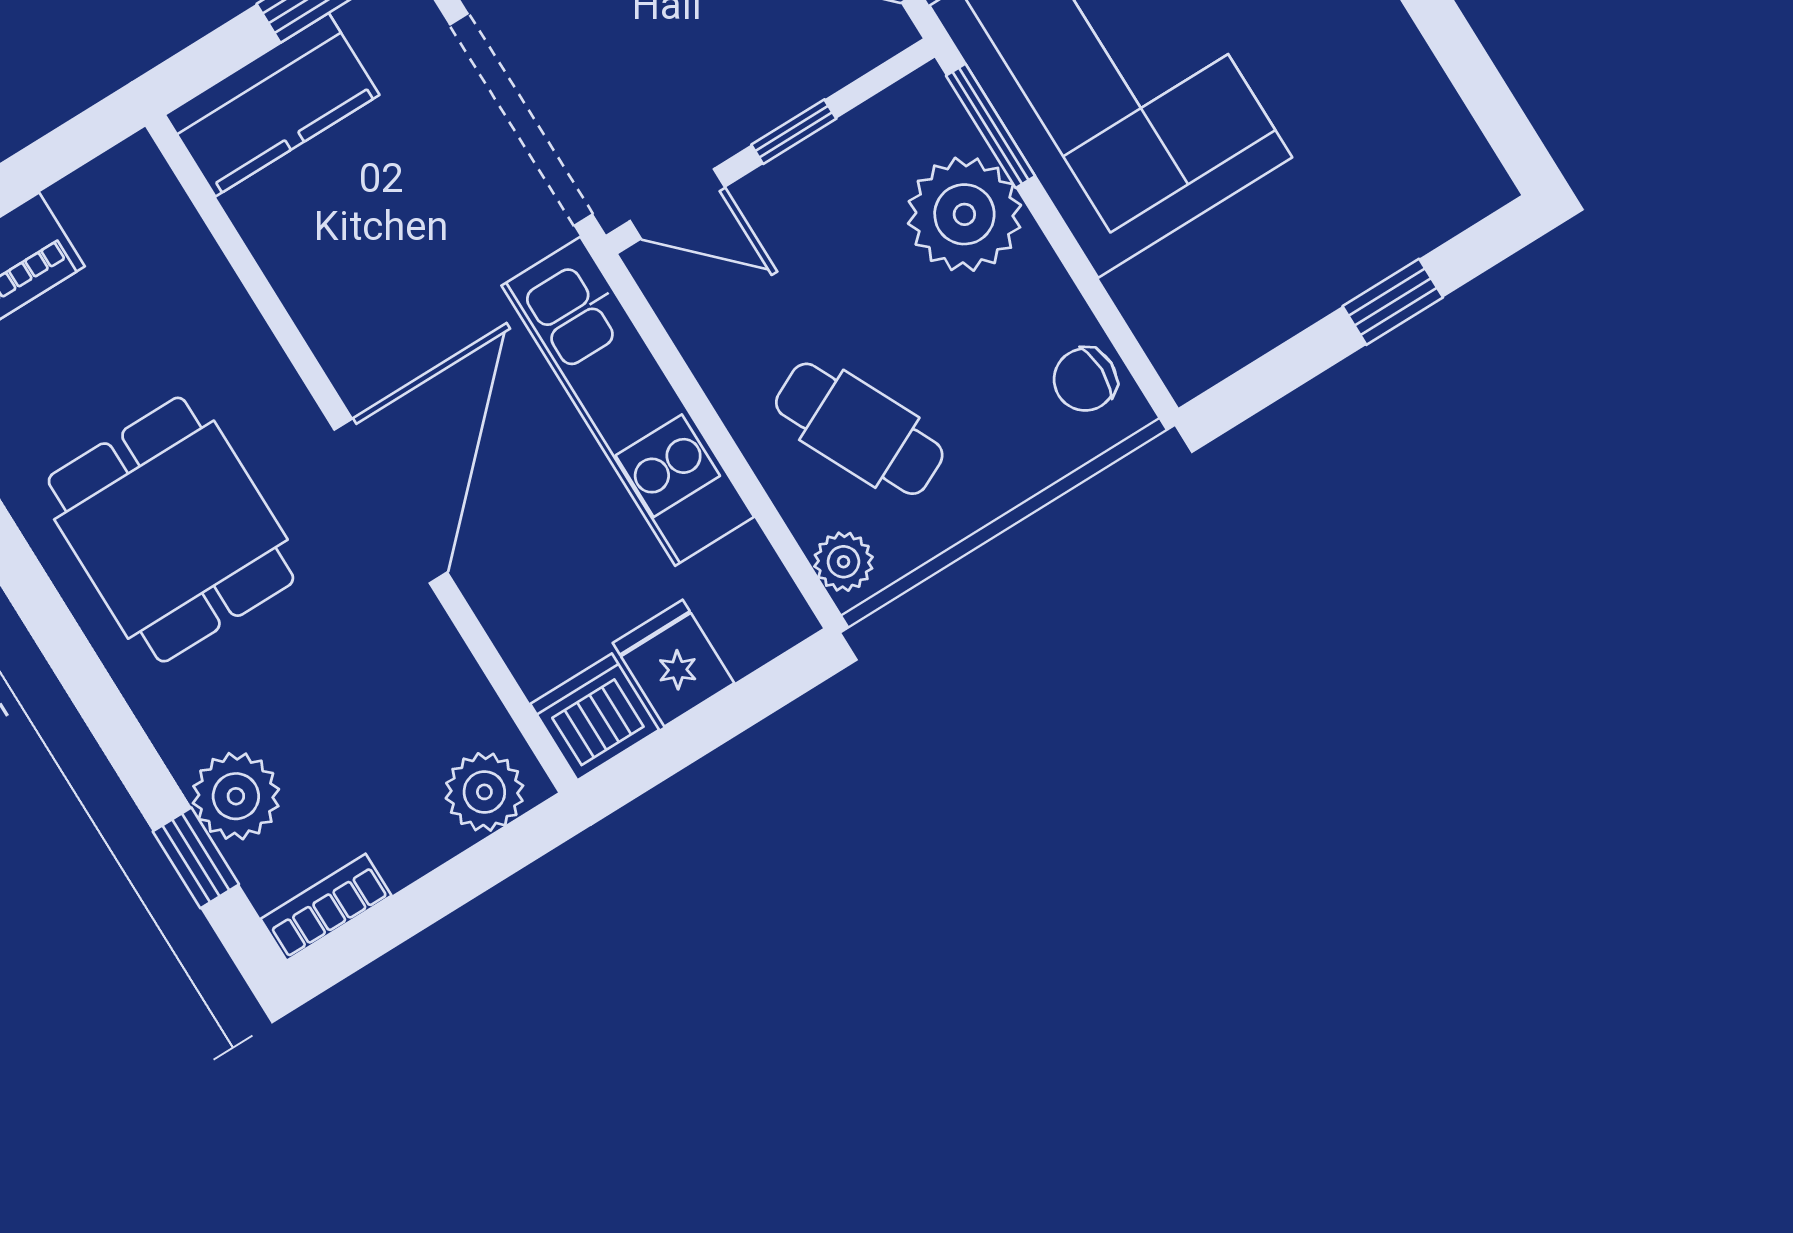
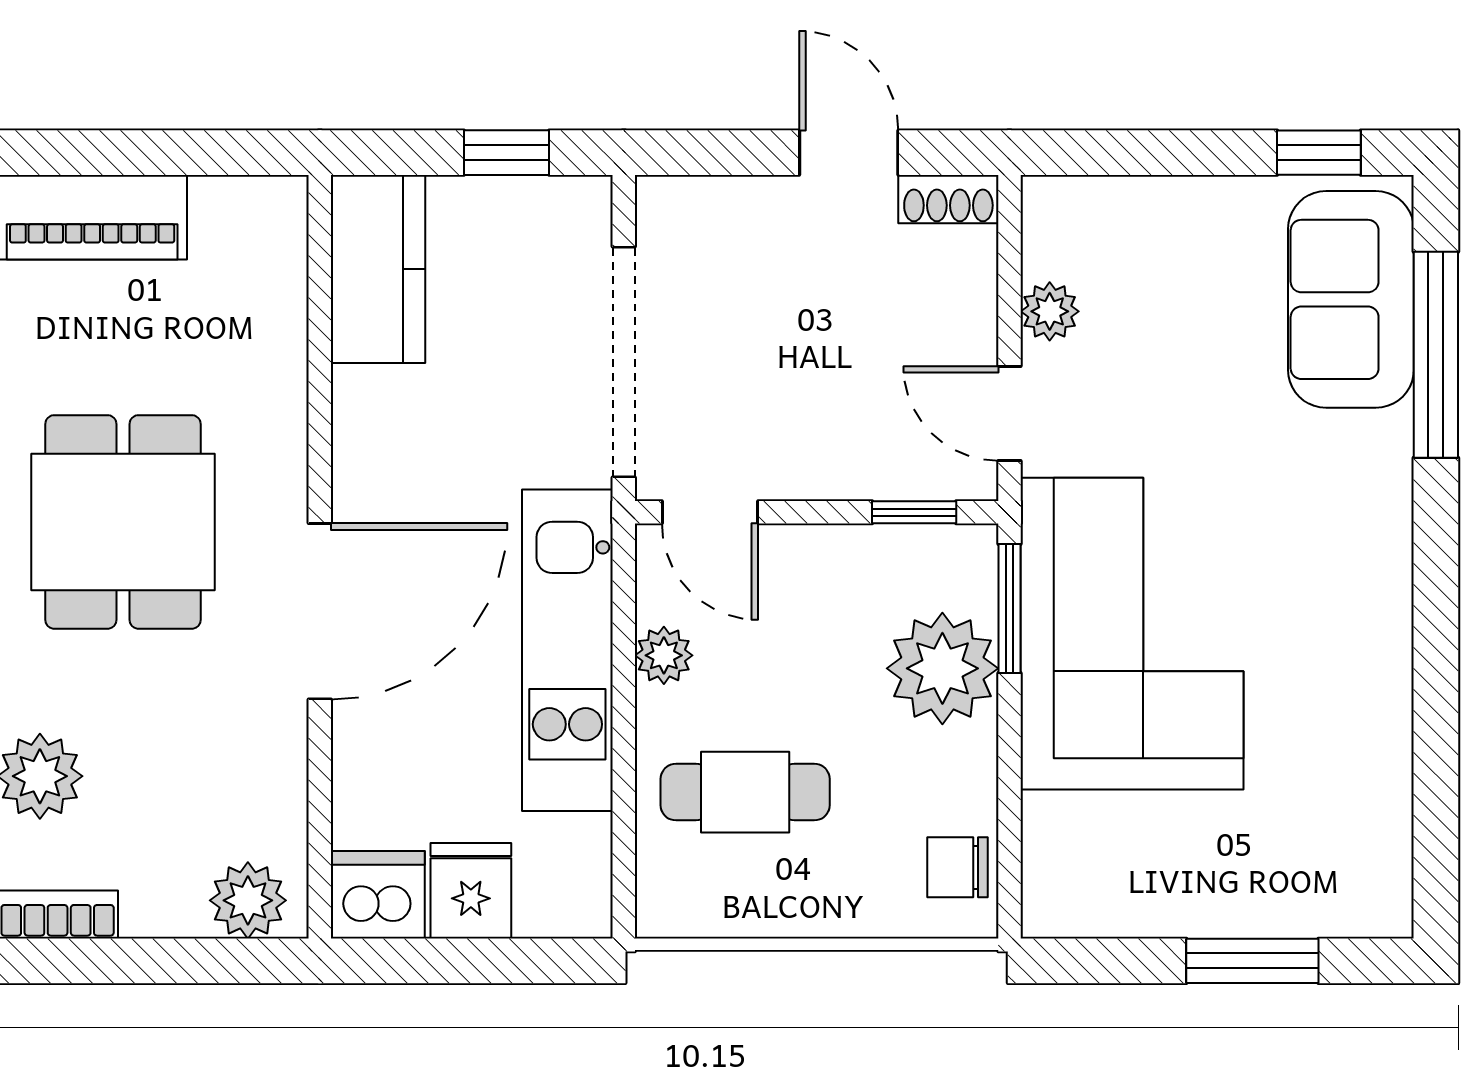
kitchen counter: (272, 105) -> (378, 269), moved, turned -90
window: (794, 132) -> (914, 512), moved
window: (1393, 302) -> (1252, 961), width x1.50
cafe table: (859, 429) -> (745, 792), turned -64
plant: (844, 562) -> (664, 655), moved

